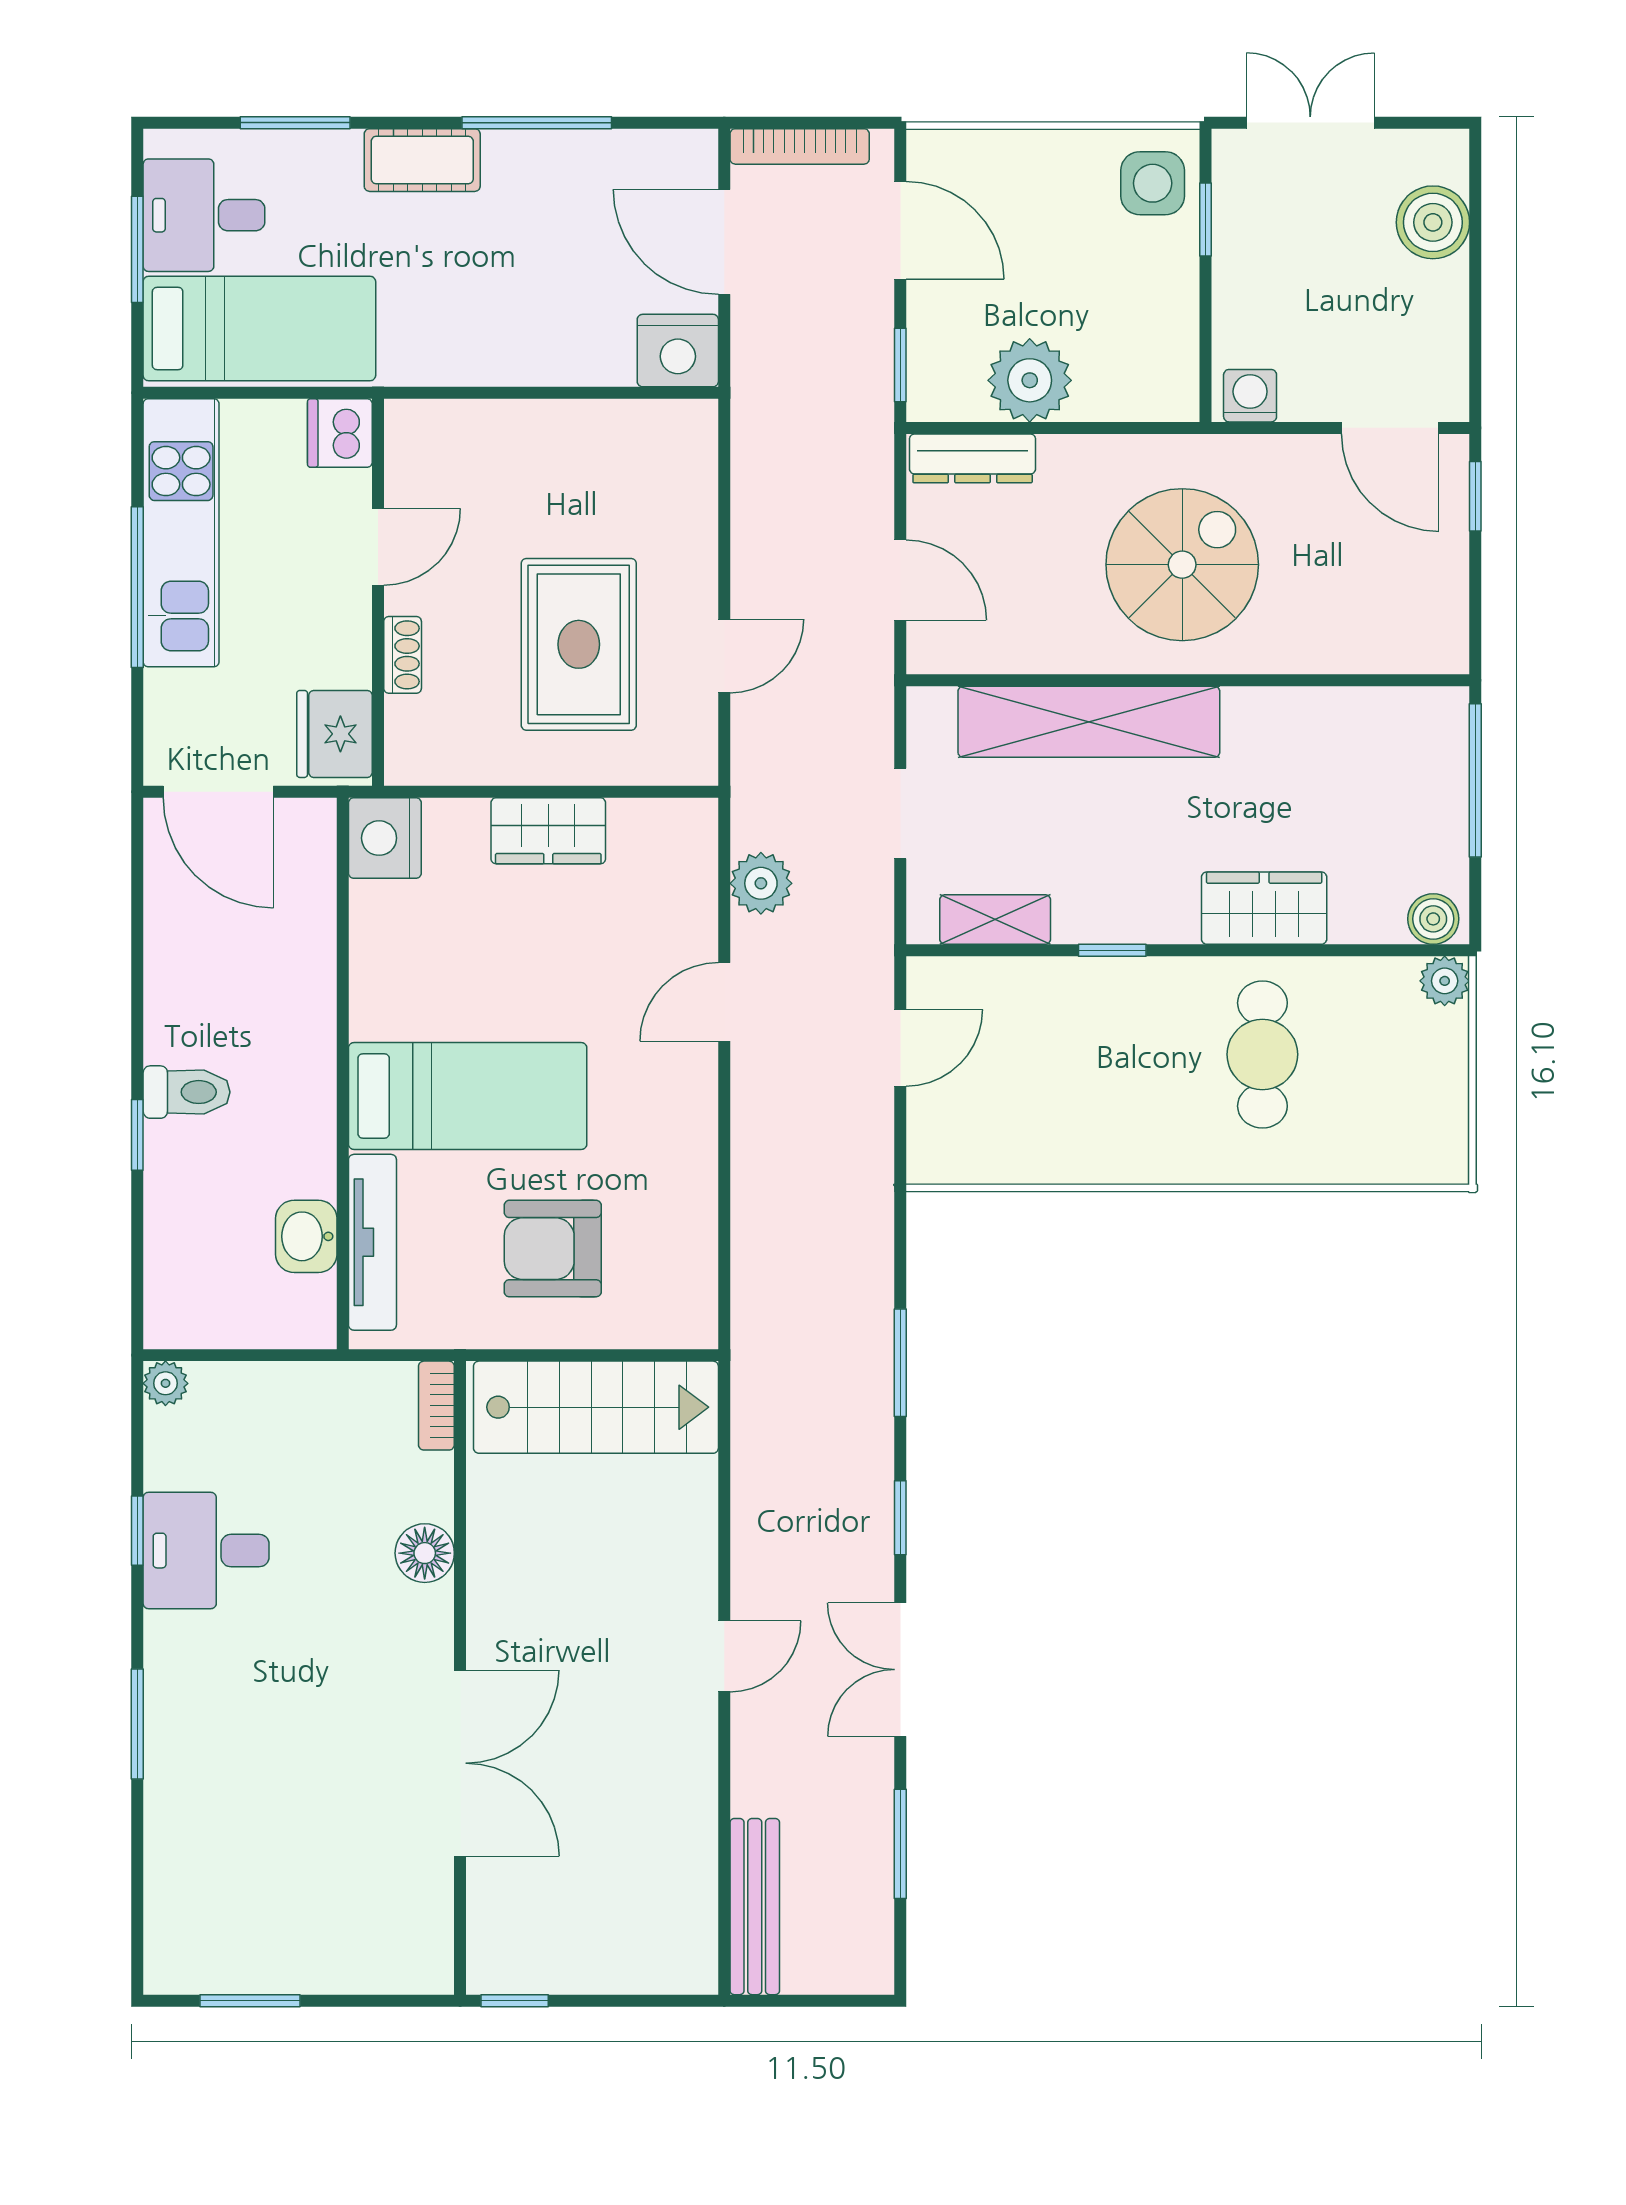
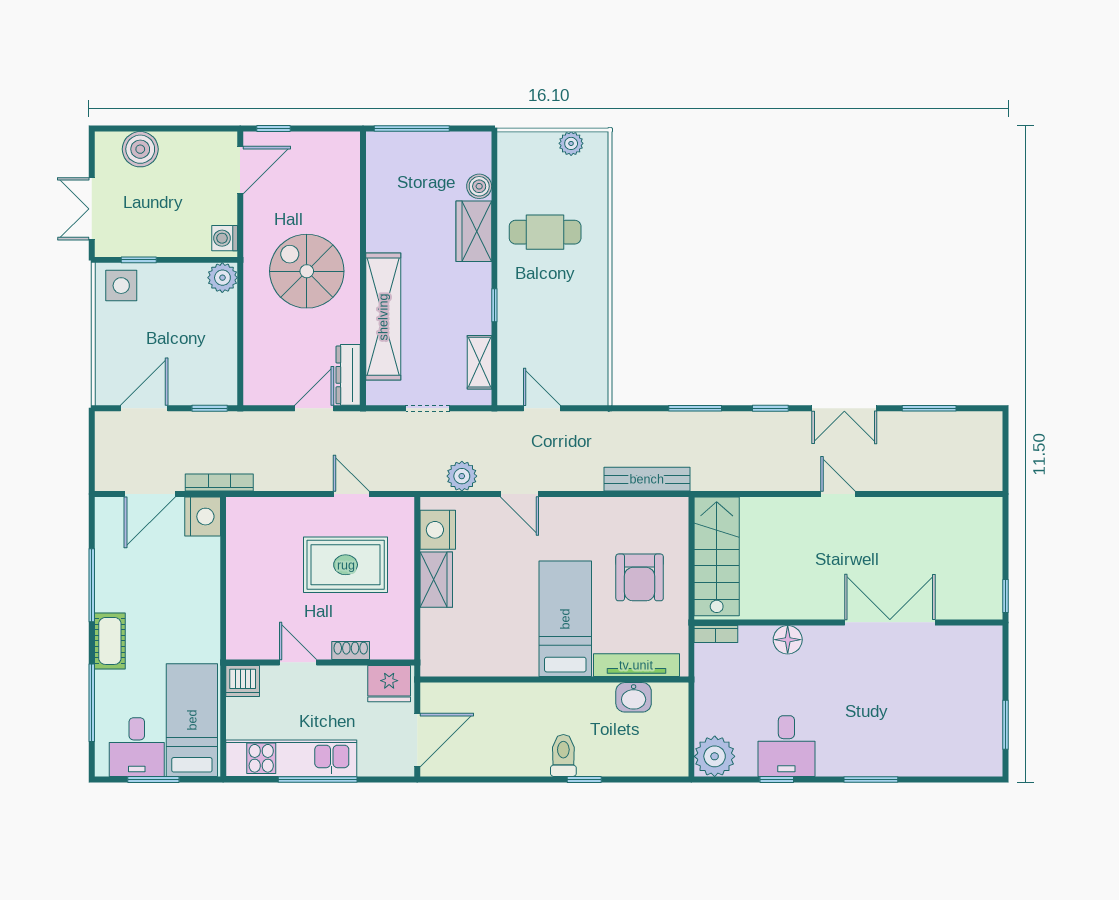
window: (295, 123) -> (92, 703), width x1.44
bookcase: (800, 146) -> (219, 482), moved, turned -90
plant: (1030, 380) -> (222, 278), moved, width x0.73, depth x0.73
dresser: (973, 458) -> (348, 375), moved, turned 180
nightstand: (385, 838) -> (438, 530), moved, turned 90
boiler: (1433, 919) -> (479, 186), moved
plant: (1445, 981) -> (571, 143), moved
plant: (165, 1383) -> (715, 756), width x1.88, depth x1.88
bench: (755, 1907) -> (647, 479), moved

